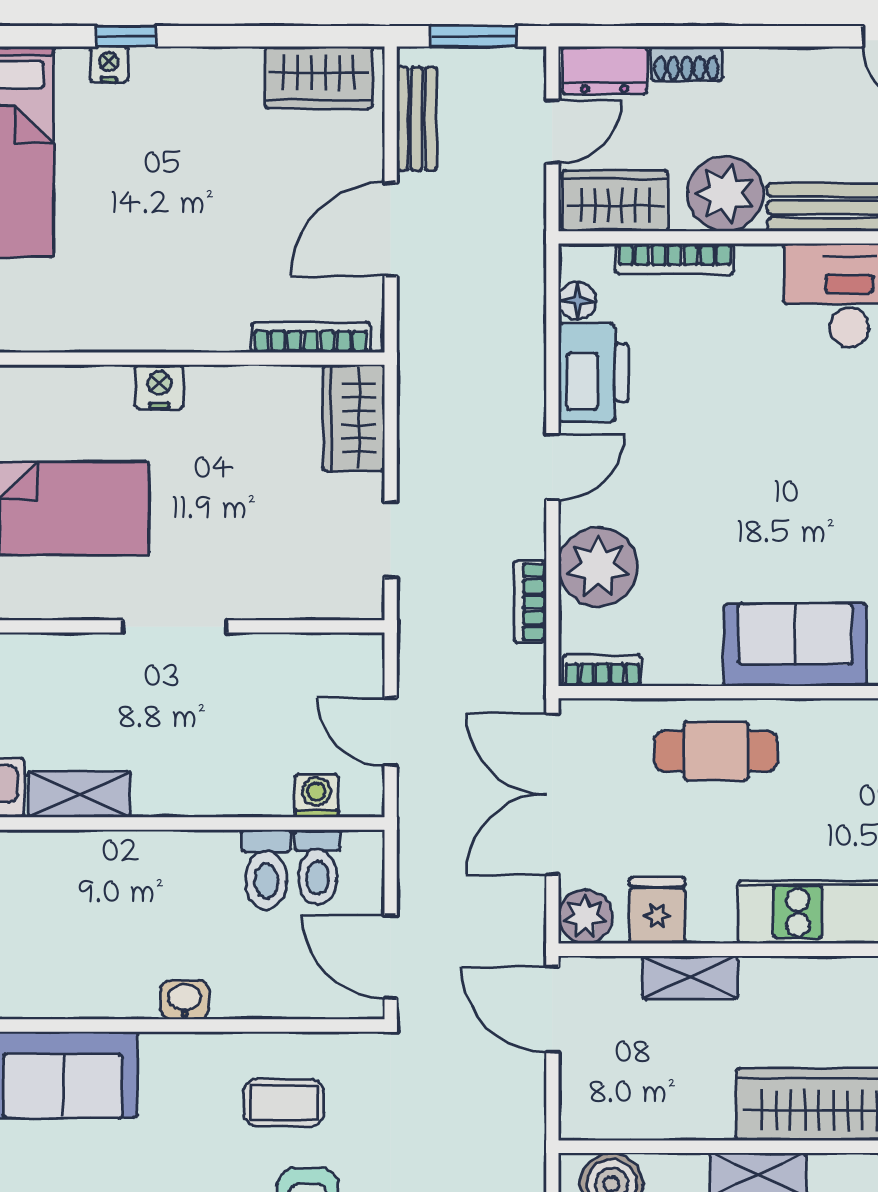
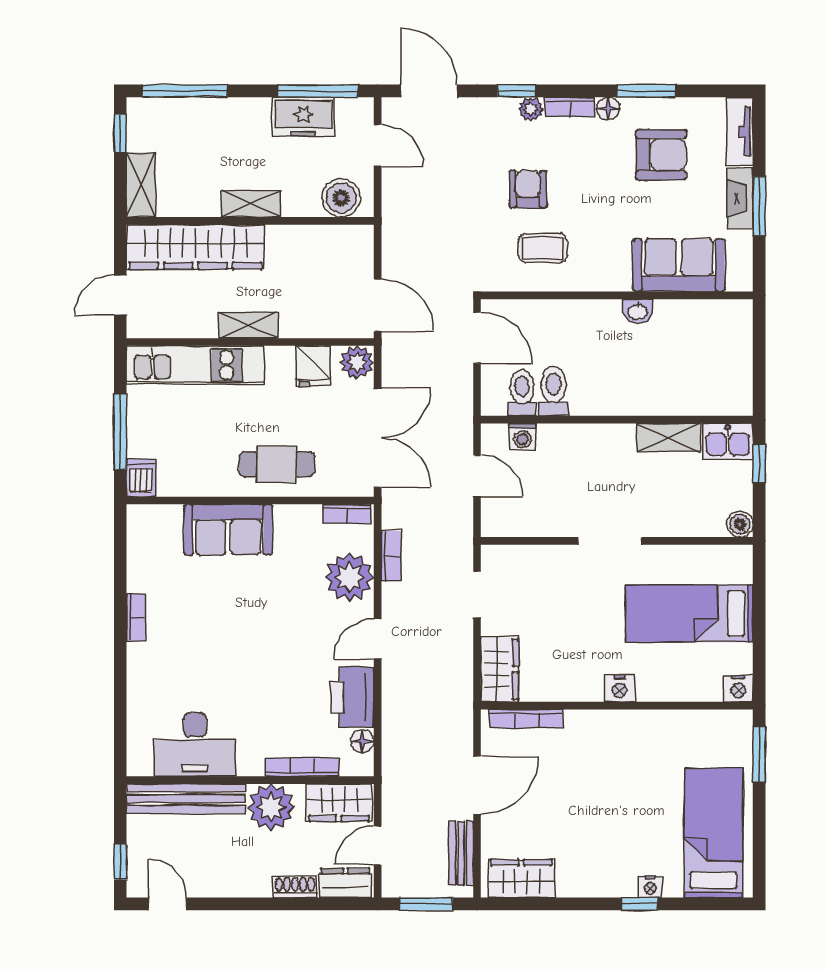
shelving: (690, 977) -> (248, 325), moved
washbasin: (185, 1000) -> (638, 311), moved

